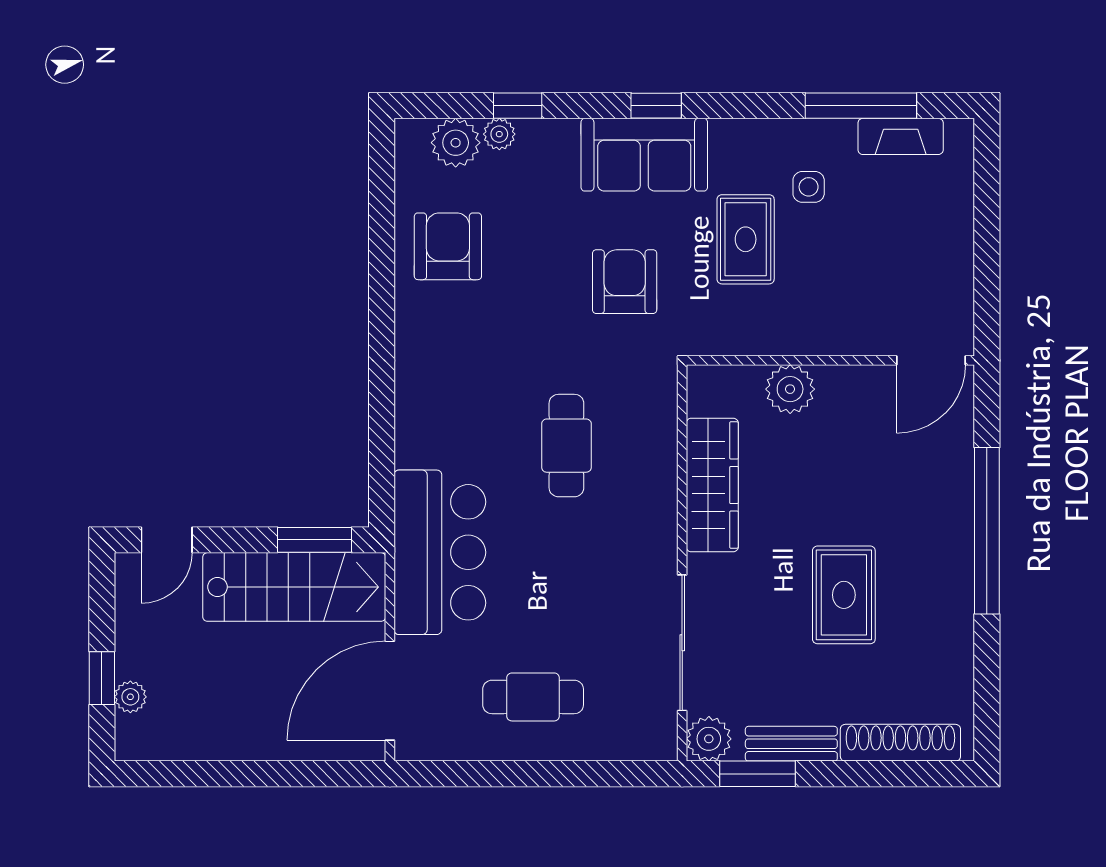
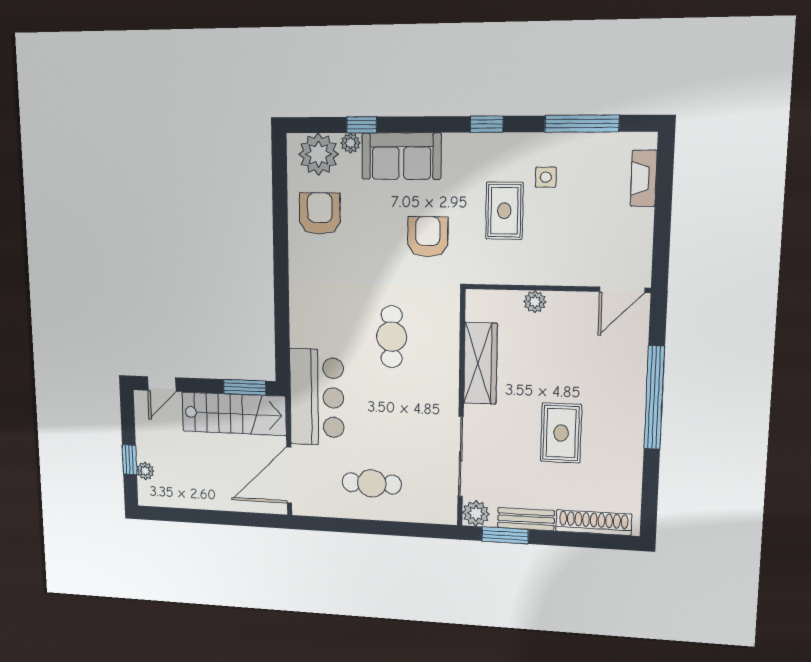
window: (656, 106) -> (487, 124), moved
fireplace: (901, 136) -> (644, 178), moved, turned 90
plant: (456, 143) -> (318, 154), width x1.36, depth x1.36
sofa: (644, 155) -> (401, 156), moved
plant: (790, 389) -> (535, 302), width x0.73, depth x0.73

